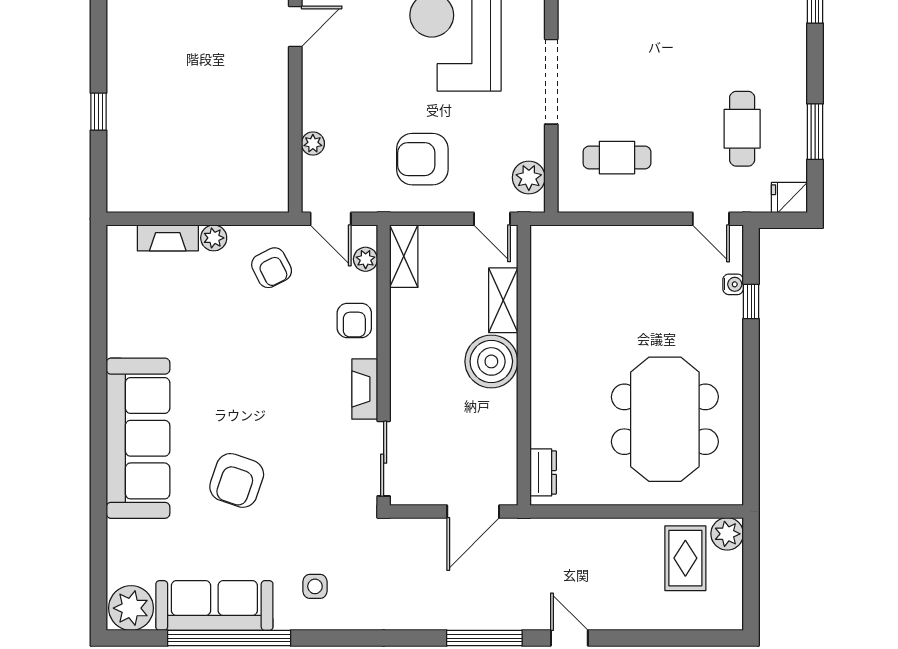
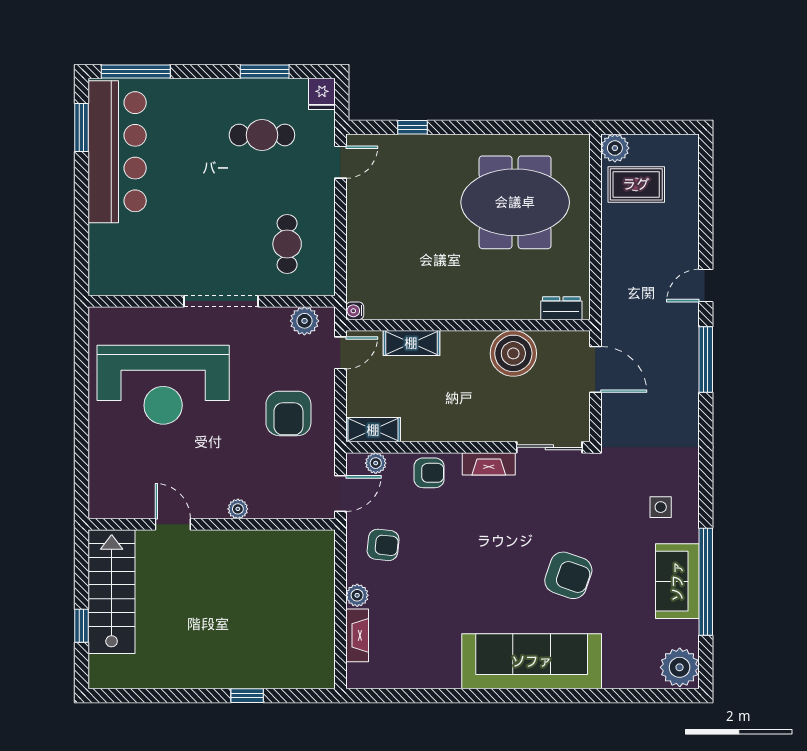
plant: (313, 144) -> (238, 509), moved
armchair: (272, 268) -> (383, 545), turned 33
water cooler: (733, 284) -> (355, 311), moved, turned -90
boiler: (491, 361) -> (513, 353), moved
sofa: (214, 606) -> (677, 581), width x0.73

